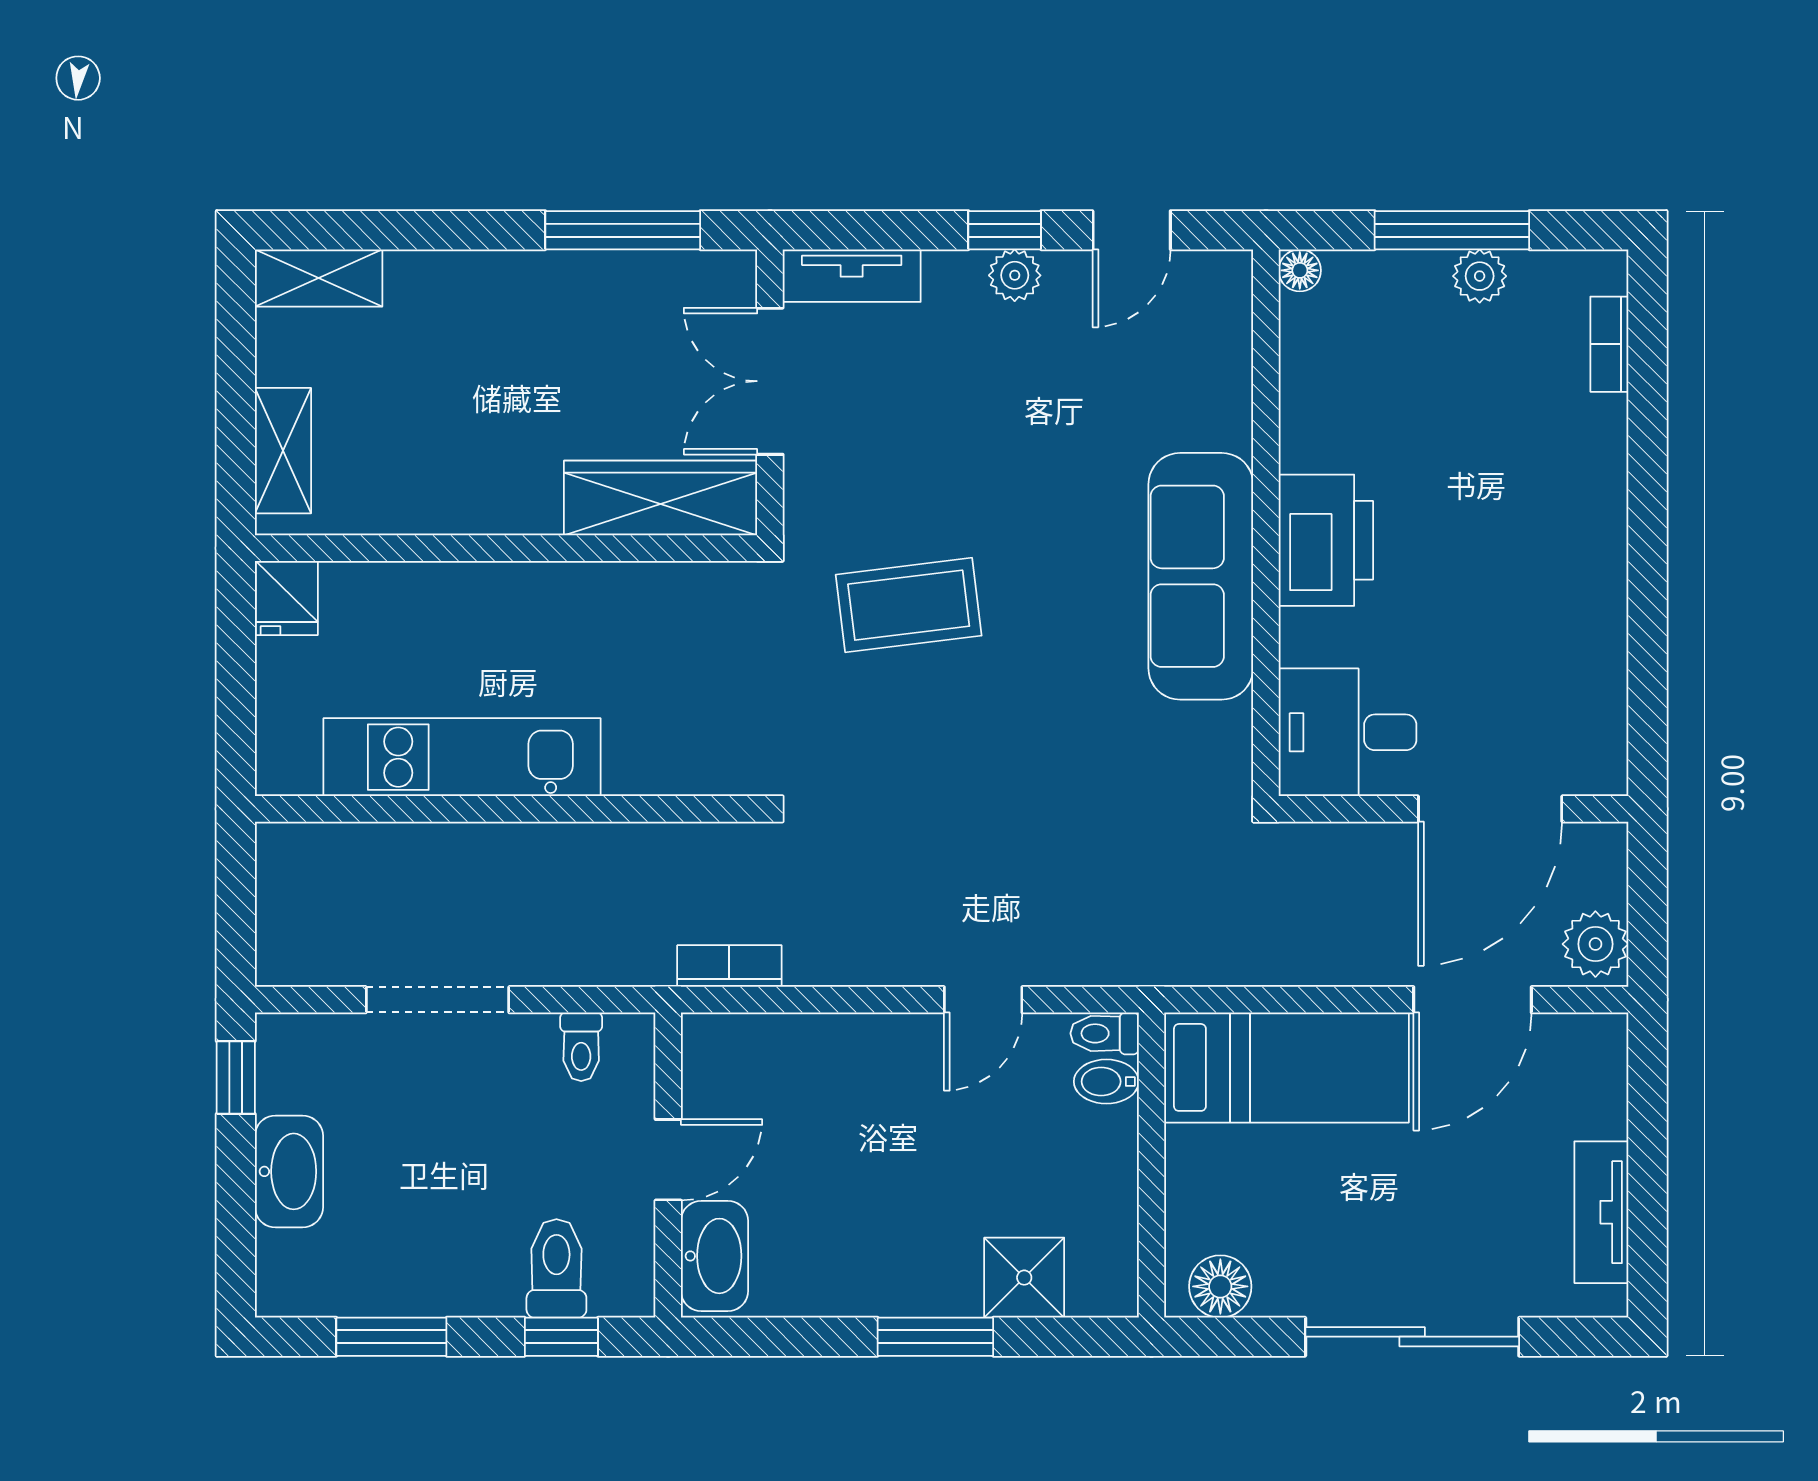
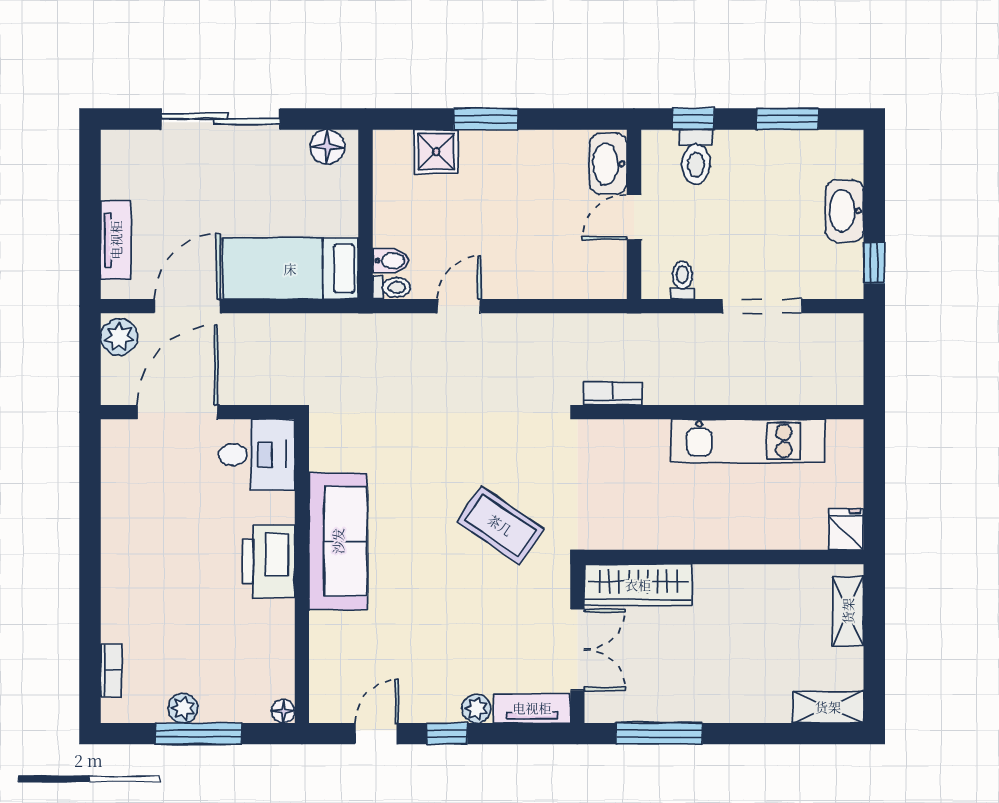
plant: (1015, 275) -> (476, 709), moved
coffee table: (909, 605) -> (500, 525), turned 41
bookcase: (729, 966) -> (613, 393), moved, turned 180
tv unit: (1601, 1212) -> (116, 240), moved

